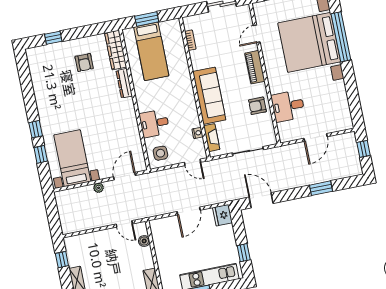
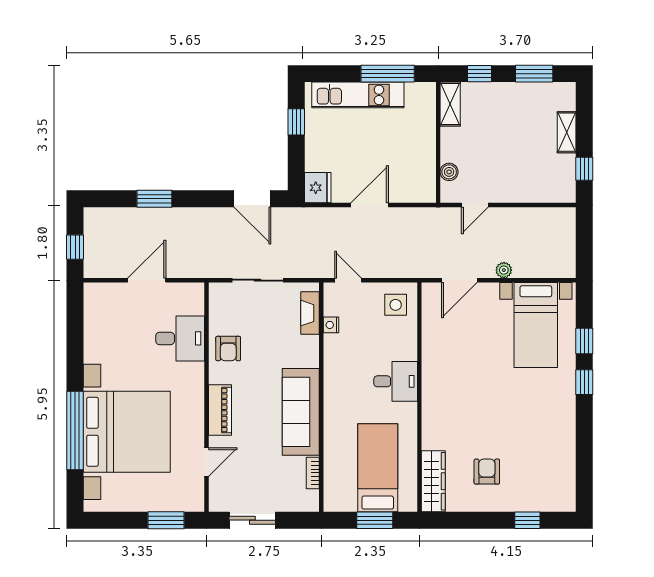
dresser: (124, 83) -> (430, 426), removed
sofa: (209, 96) -> (301, 412), moved
armchair: (257, 106) -> (228, 349), turned 90
desk: (154, 123) -> (396, 381), moved
door: (124, 224) -> (475, 205), swing flipped

